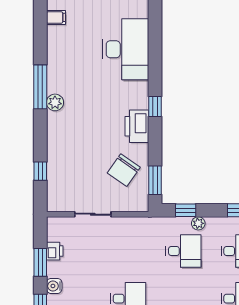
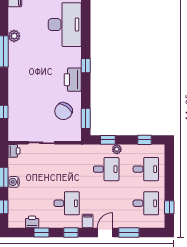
plant: (55, 102) -> (14, 36), moved
printer: (55, 251) -> (14, 151), moved
water cooler: (54, 286) -> (14, 182), moved

